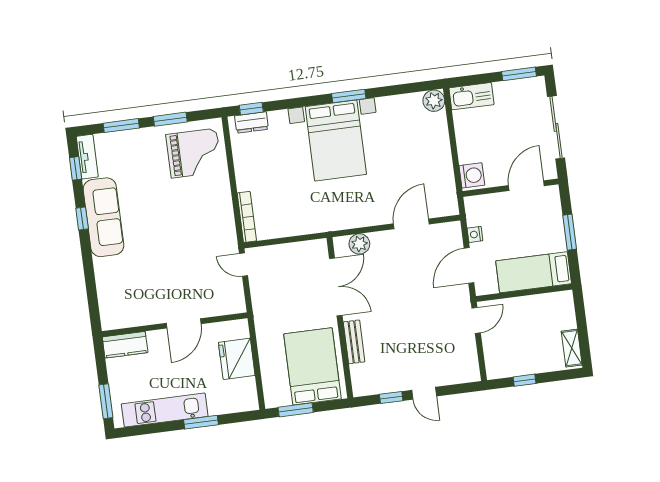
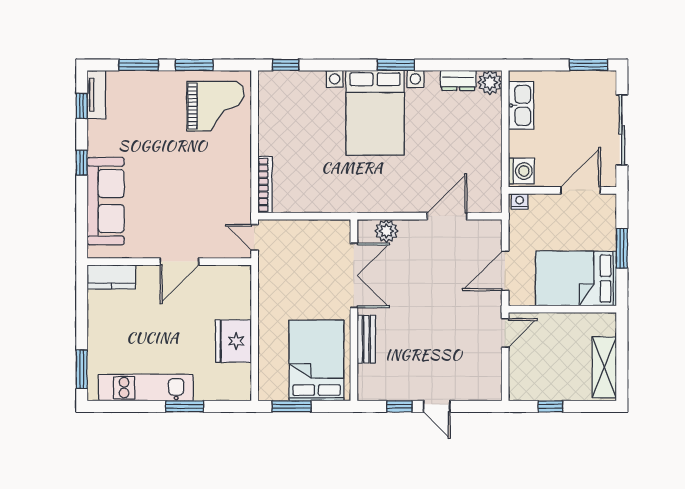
kitchen sink: (471, 96) -> (521, 105), moved, turned -90
dresser: (252, 122) -> (458, 80), moved
sofa: (103, 217) -> (106, 201), moved
nightstand: (475, 234) -> (520, 201), moved, turned 90
bed: (534, 272) -> (576, 279), width x1.50
door: (184, 323) -> (179, 262), moved
wall: (175, 325) -> (169, 262), moved
kitchen counter: (125, 345) -> (111, 277), moved
shelving: (572, 348) -> (604, 367), width x1.50, depth x1.33

